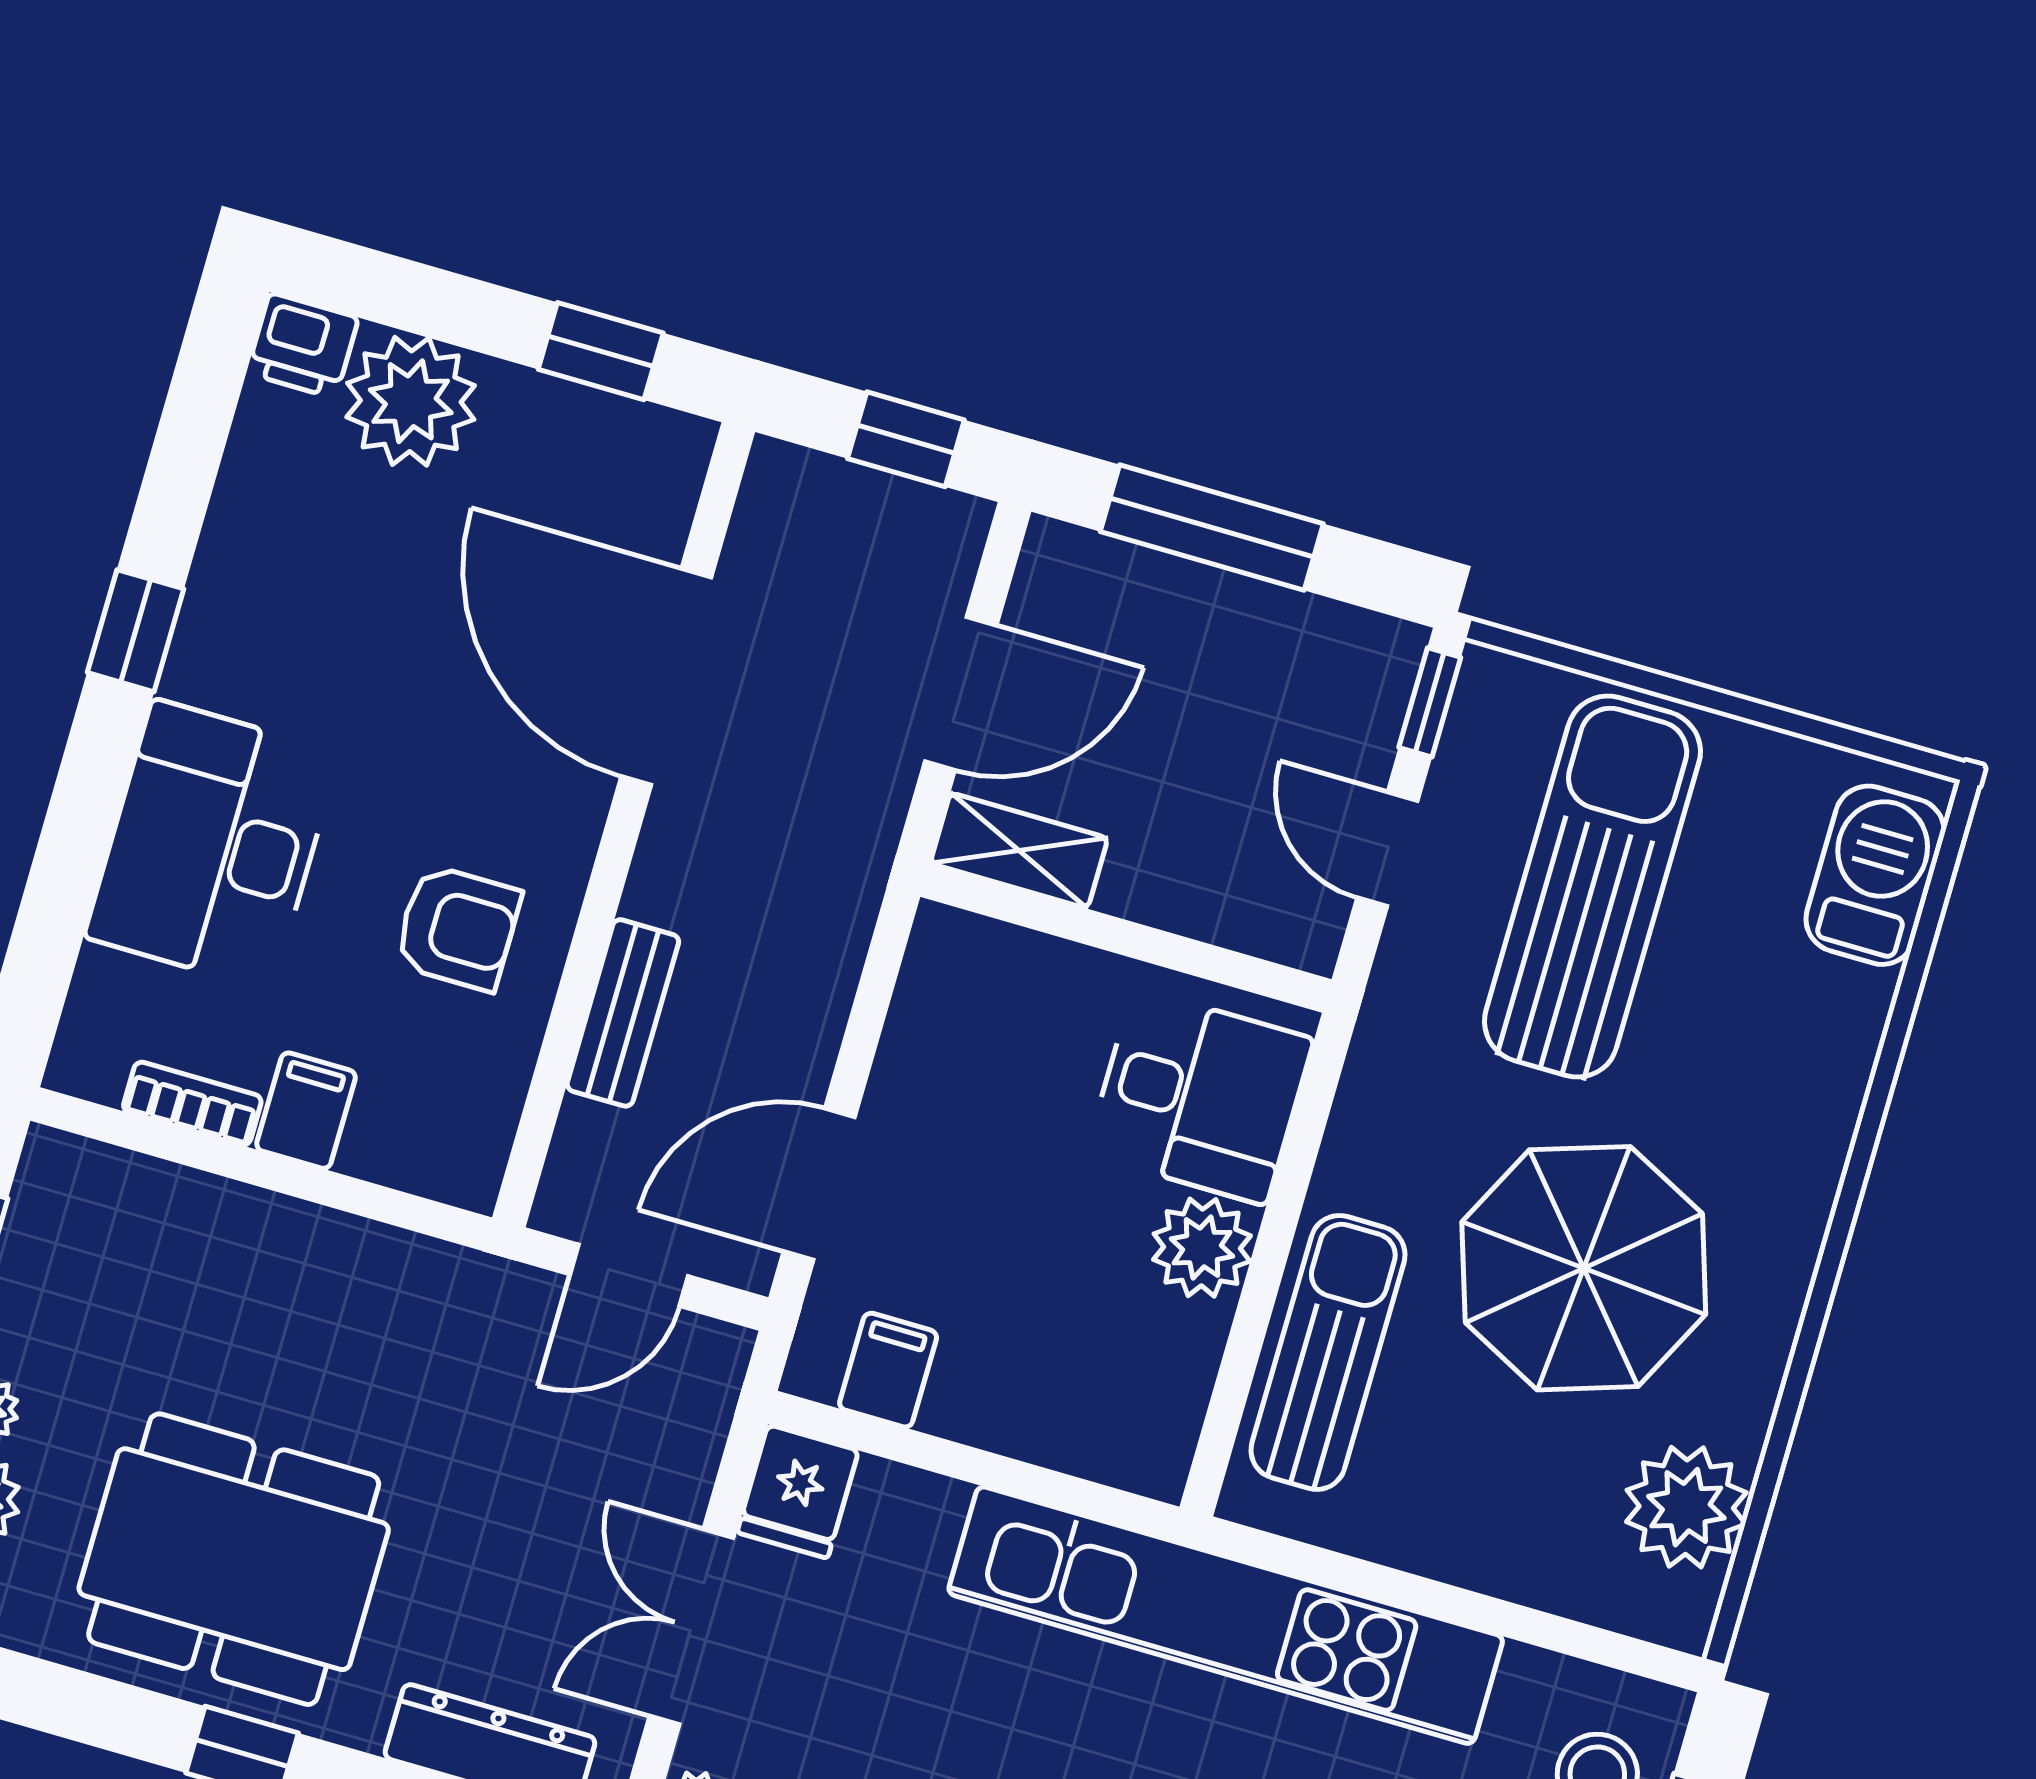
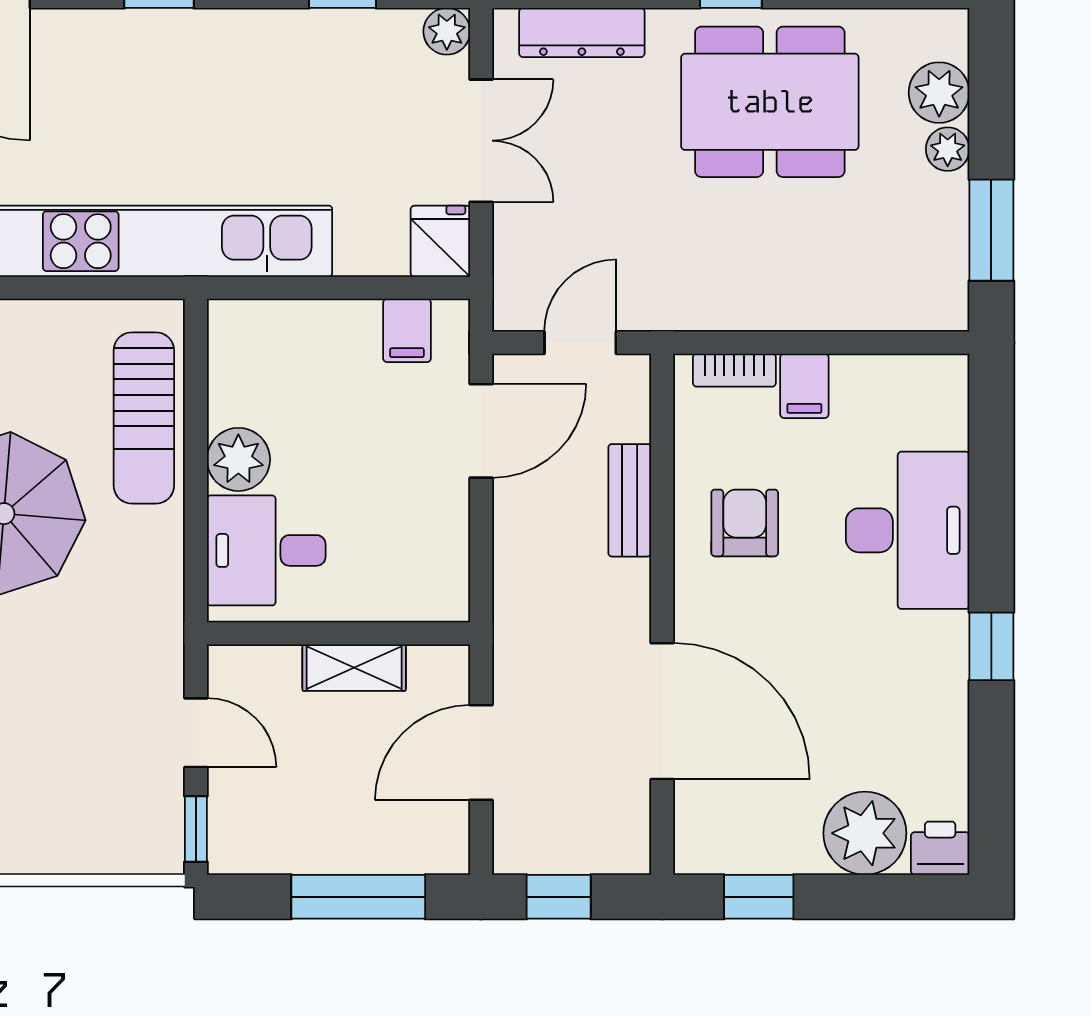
shelving: (1019, 851) -> (354, 668), moved
sun lounger: (1592, 886) -> (65, 746), removed
armchair: (458, 928) -> (745, 523), turned 90
bookcase: (192, 1104) -> (734, 370), moved

